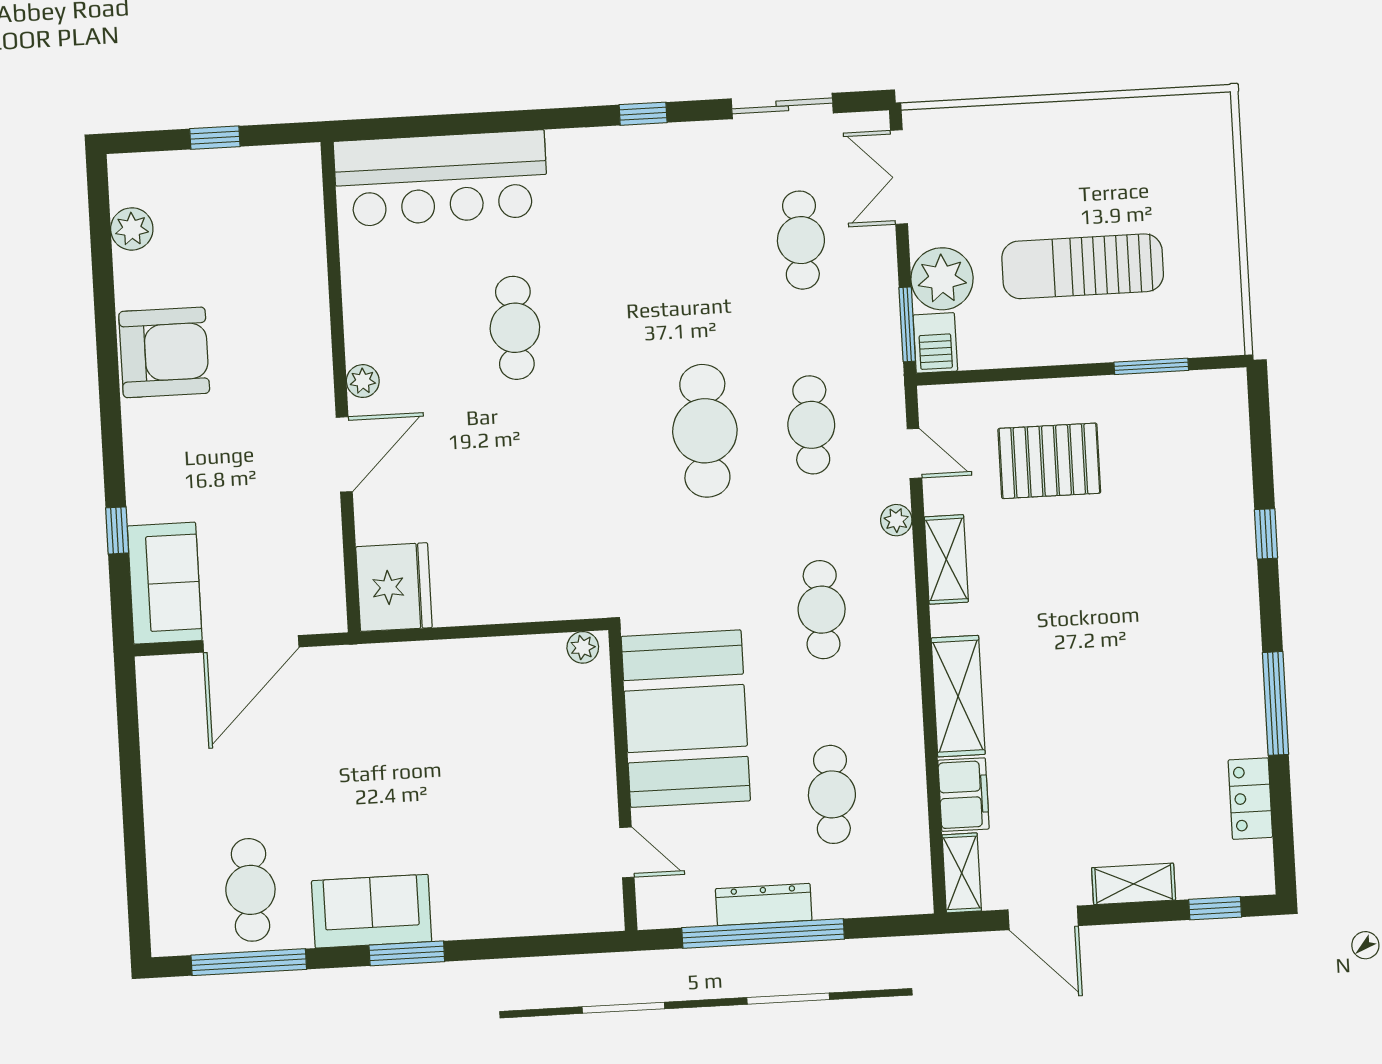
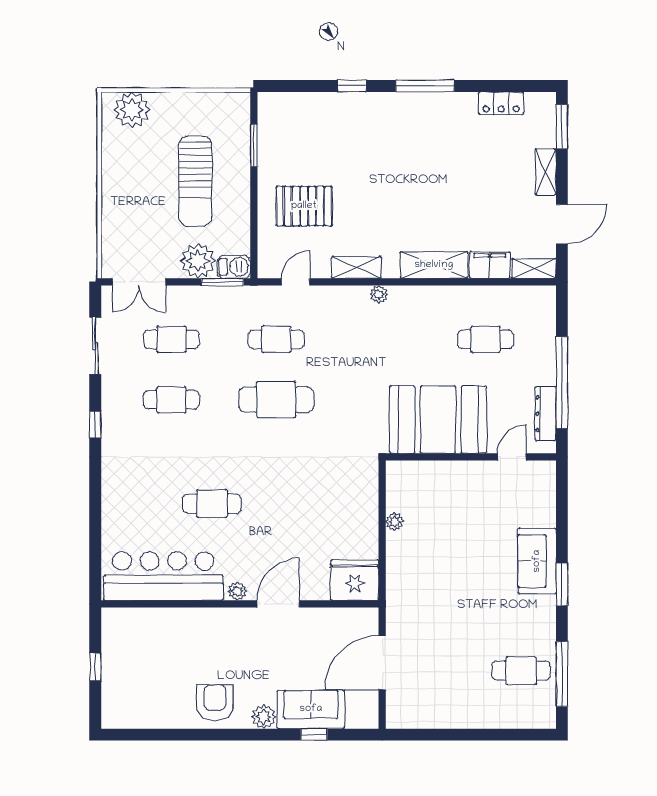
plant: (1202, 147) -> (132, 110), added
bar counter: (441, 178) -> (163, 576), moved, turned -90
plant: (132, 229) -> (264, 717), moved
armchair: (164, 352) -> (215, 702), width x0.73, depth x0.73
door: (344, 454) -> (278, 604), hinge flipped
pallet: (1049, 461) -> (304, 206), turned 90
plant: (896, 520) -> (379, 294), moved
sofa: (165, 583) -> (311, 709), moved
cafe table: (822, 610) -> (172, 400), moved
door: (251, 644) -> (382, 663), swing flipped
plant: (583, 647) -> (395, 522), moved
window: (1276, 703) -> (425, 86), moved
dresser: (764, 904) -> (546, 414), moved
window: (1215, 908) -> (562, 127), width x1.50
sofa: (372, 911) -> (537, 561), moved

